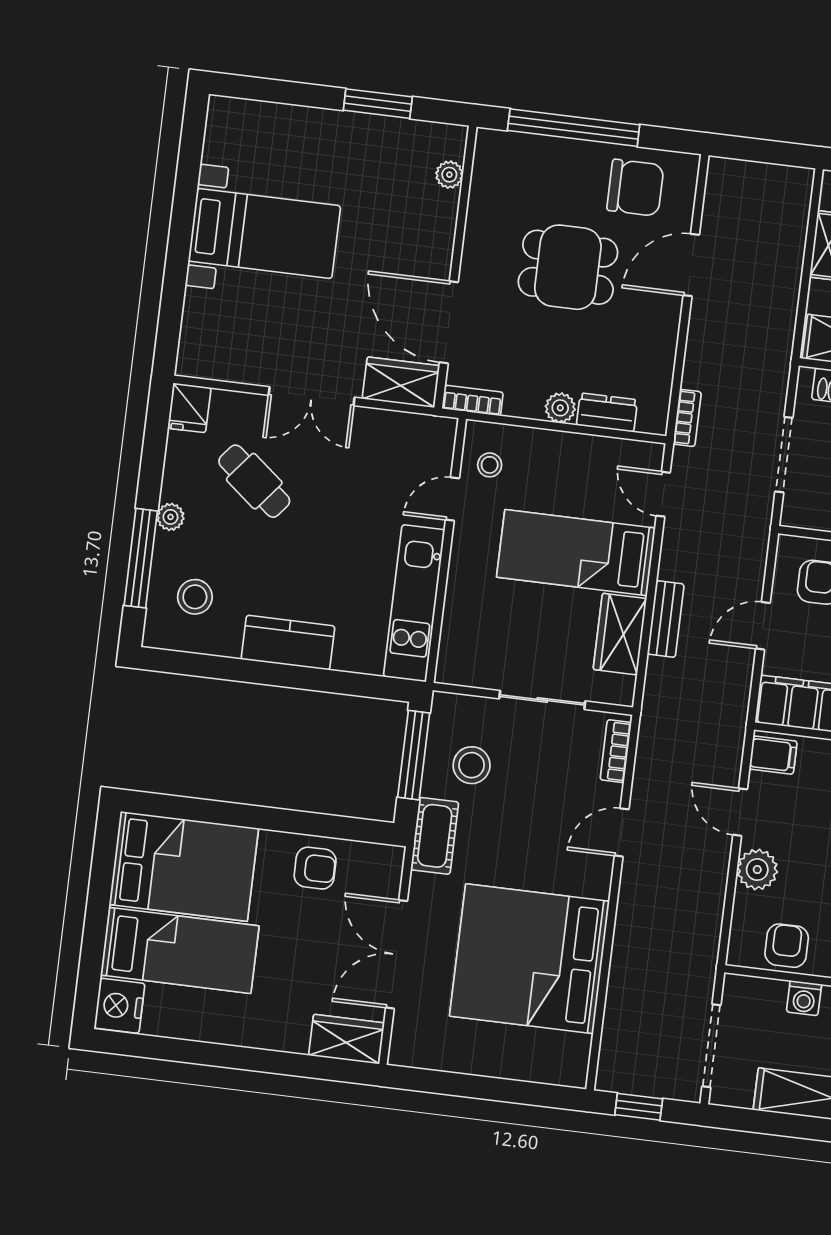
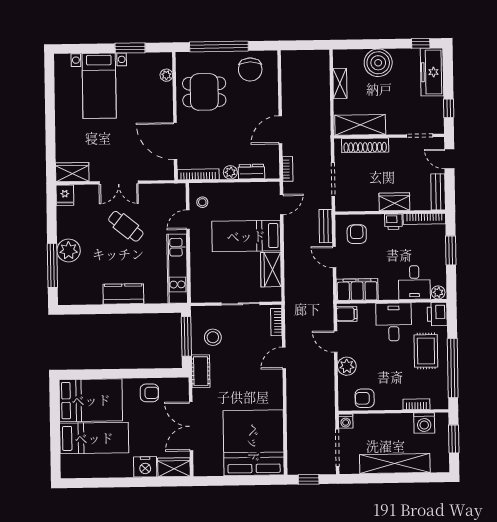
chair: (635, 188) -> (250, 69), turned 90
bed with nightstands: (264, 233) -> (99, 86), moved, turned 90
door: (691, 265) -> (280, 130), moved
dining table: (568, 267) -> (204, 92), moved
wardrobe: (401, 382) -> (72, 172), moved
bookcase: (473, 400) -> (198, 174), width x1.56
cafe table: (254, 481) -> (126, 226), moved
door: (663, 494) -> (282, 204), swing flipped
plant: (170, 517) -> (69, 250), width x1.88, depth x1.88
stool: (195, 597) -> (79, 279), removed
bench: (666, 619) -> (326, 226), moved
door: (763, 626) -> (334, 257), hinge flipped
armchair: (787, 946) -> (365, 398), turned -90
bed: (529, 959) -> (254, 443), moved, turned 90
washing machine: (804, 998) -> (346, 421), moved
nightstand: (119, 1006) -> (145, 467), moved, turned -90

